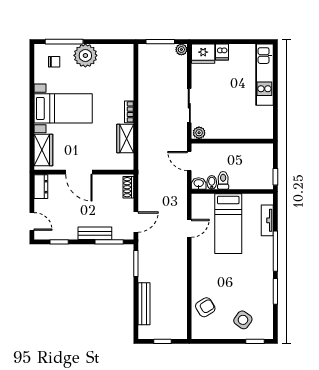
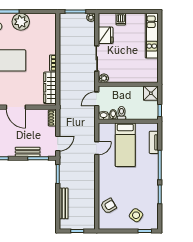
fridge: (203, 54) -> (106, 35), moved, turned -90
wardrobe: (125, 139) -> (50, 88), width x1.50
shower: (263, 153) -> (151, 93), added
door: (189, 161) -> (97, 99), hinge flipped

